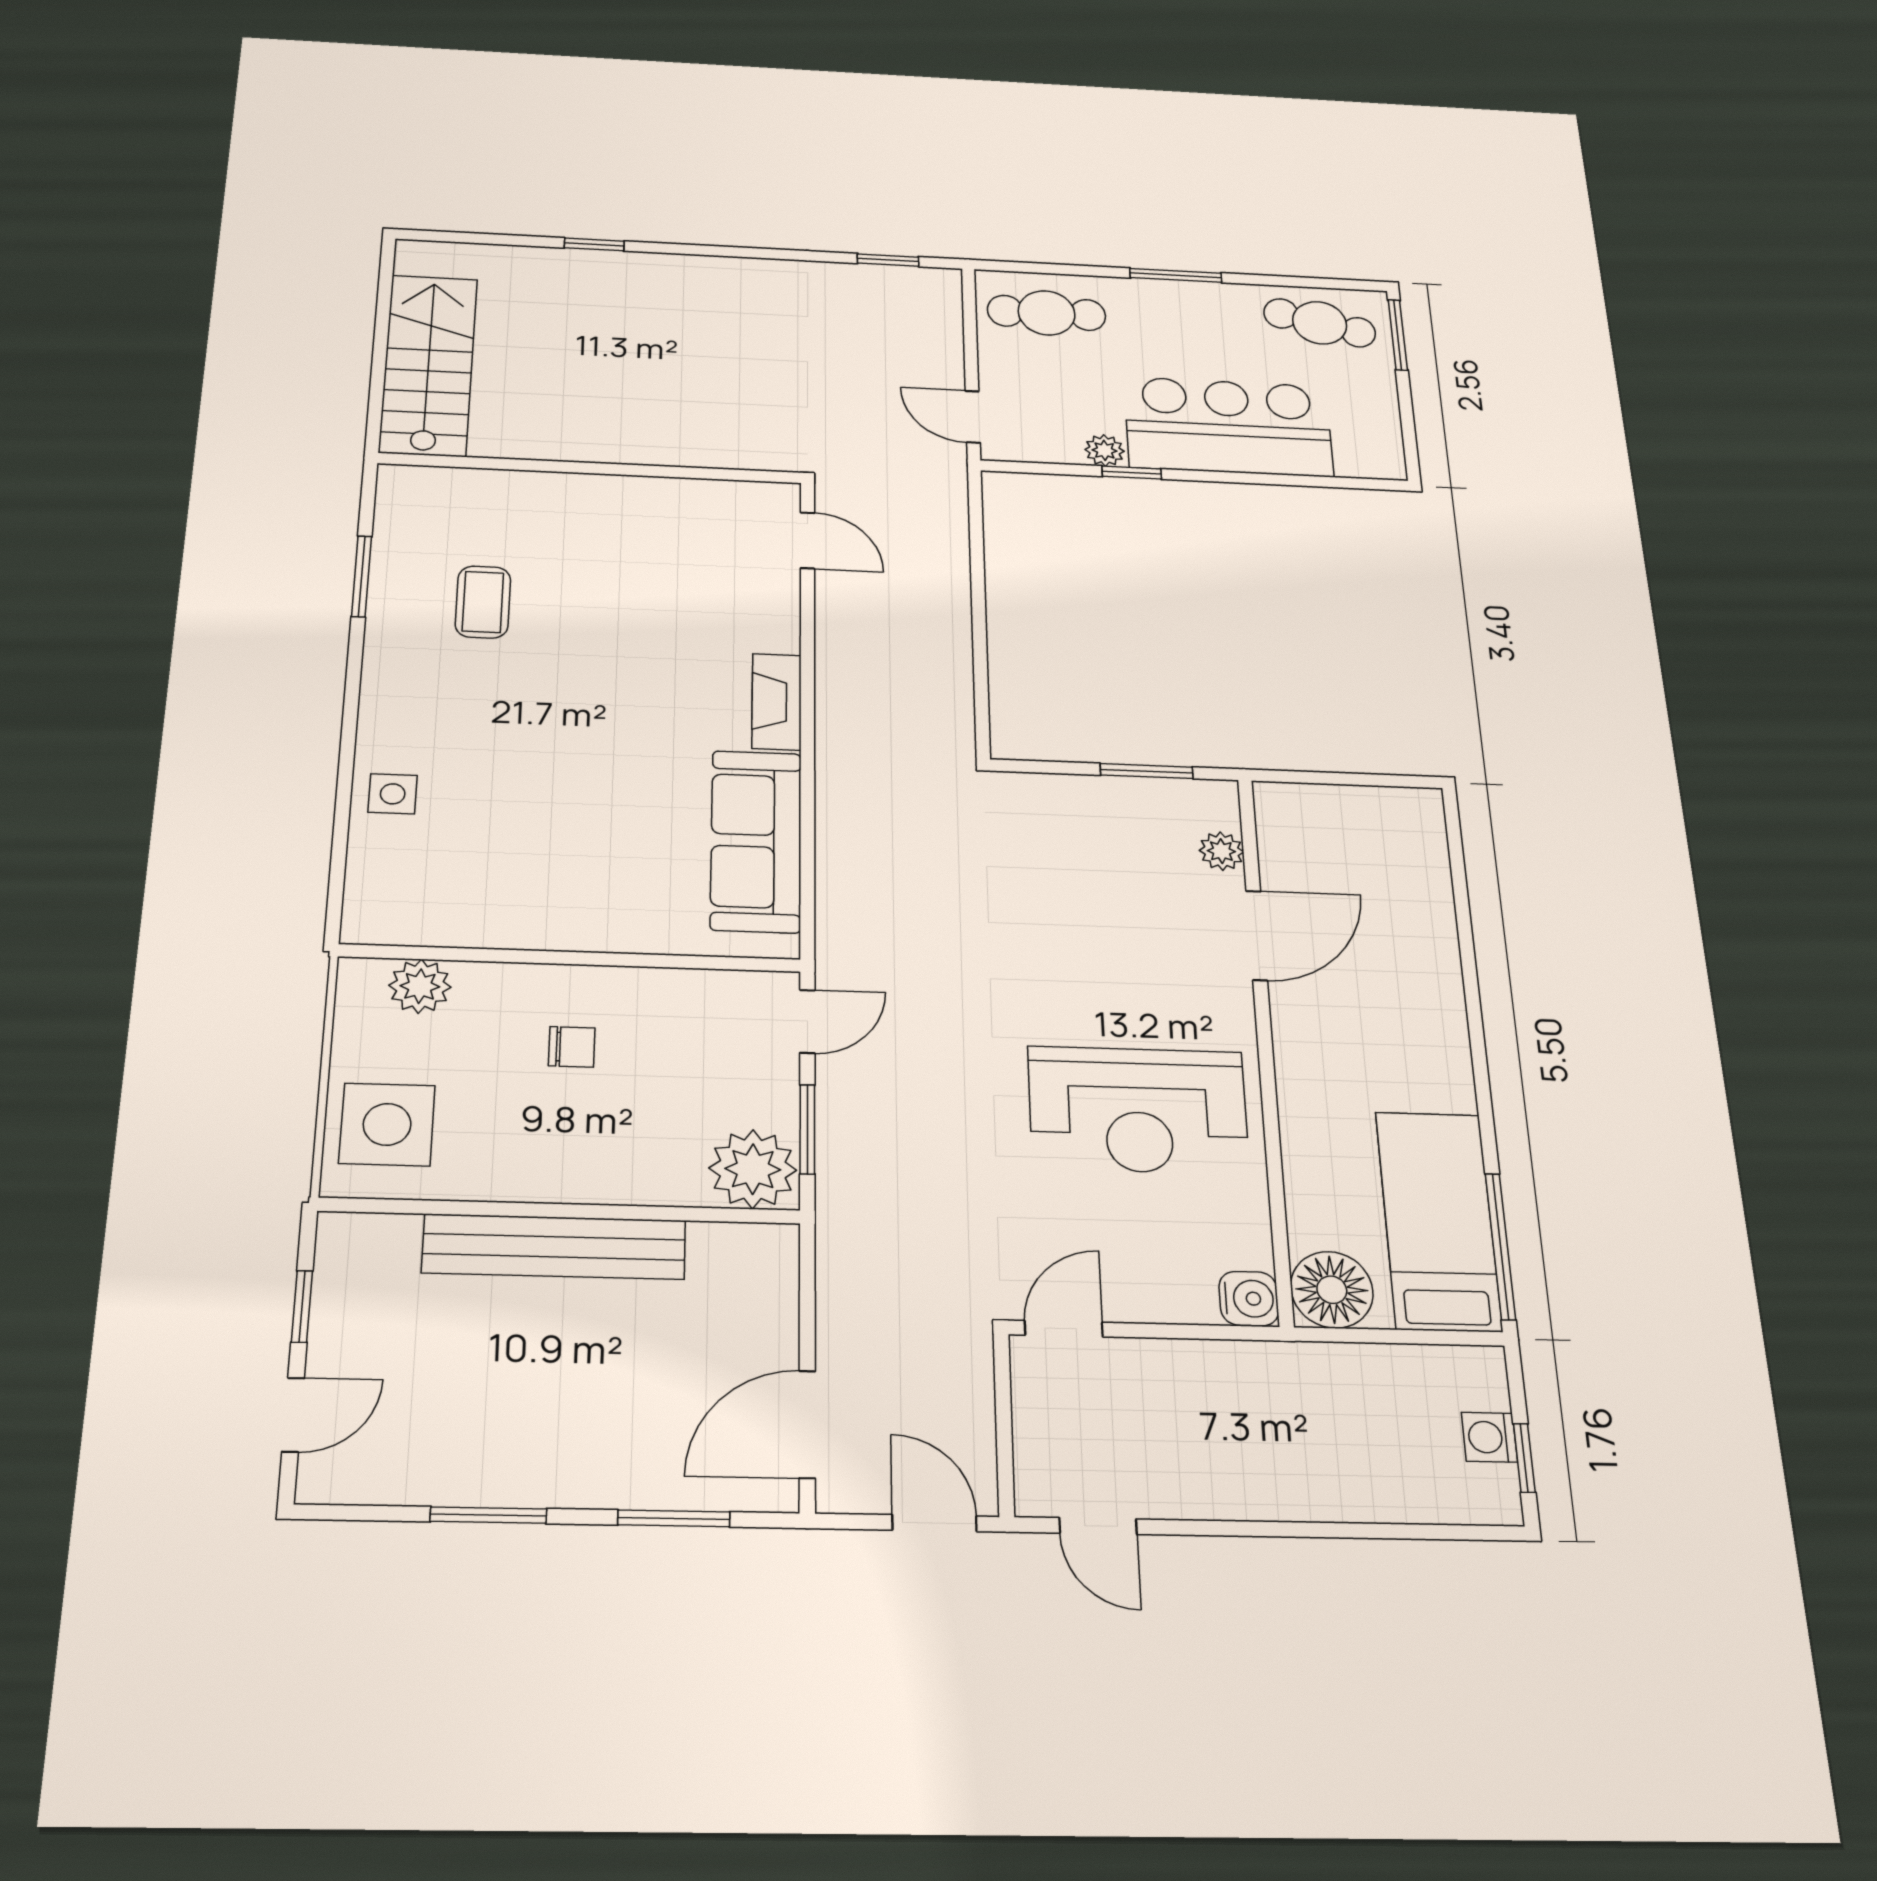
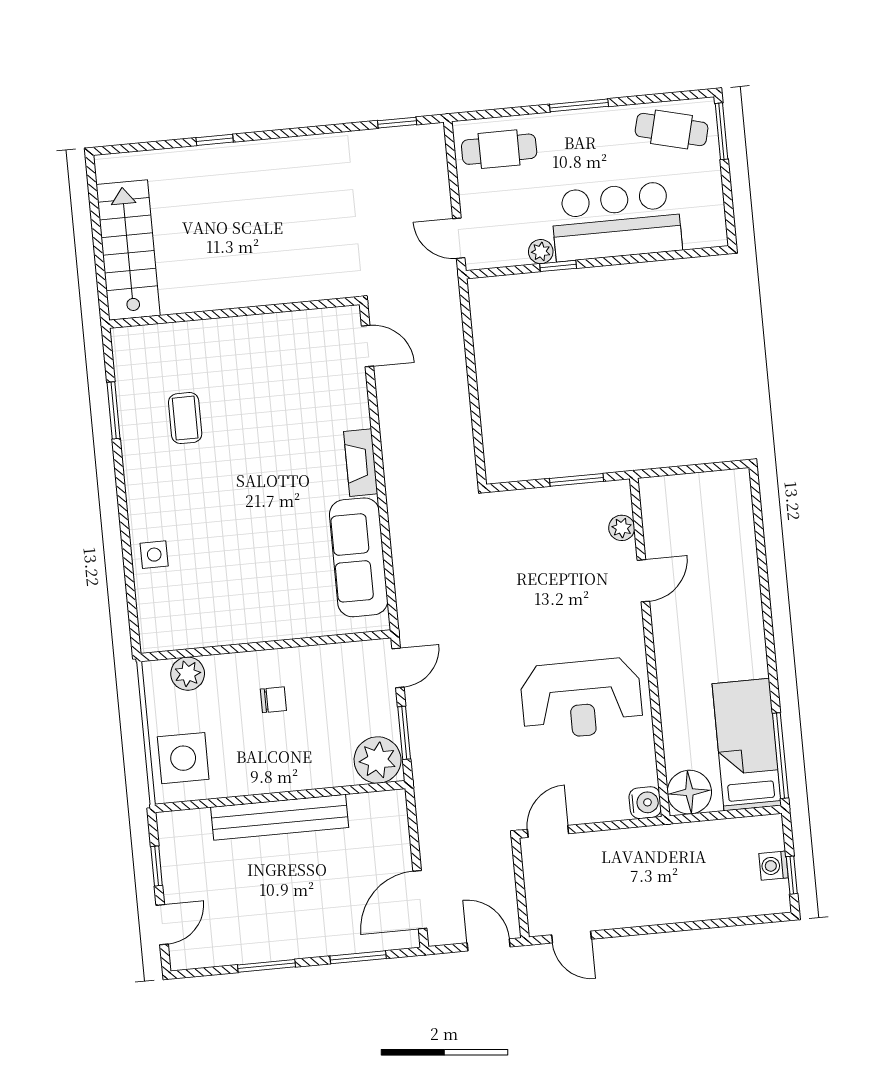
door: (1257, 935) -> (643, 581), width x0.73

